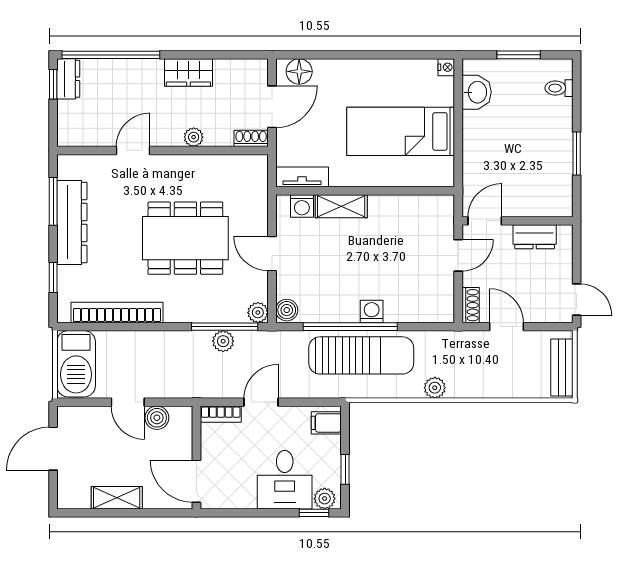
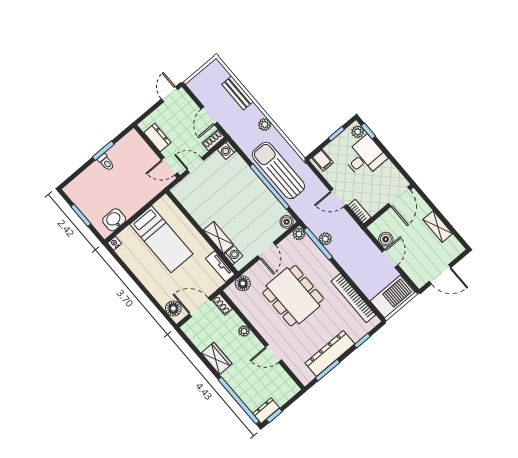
toilet: (559, 88) -> (106, 162), moved
floor lamp: (256, 187) -> (243, 283), added
washing machine: (372, 312) -> (227, 150), moved
bench: (562, 367) -> (238, 93), moved, turned 90

